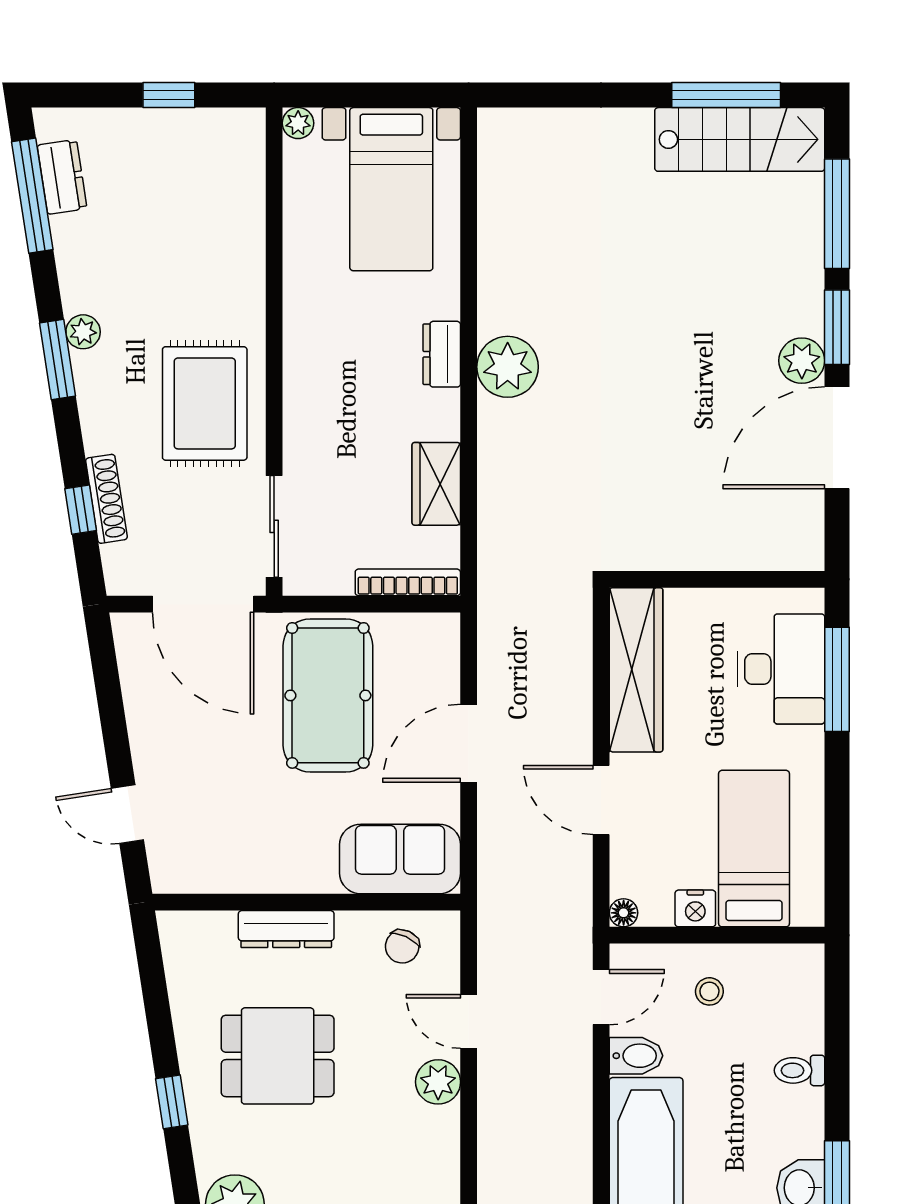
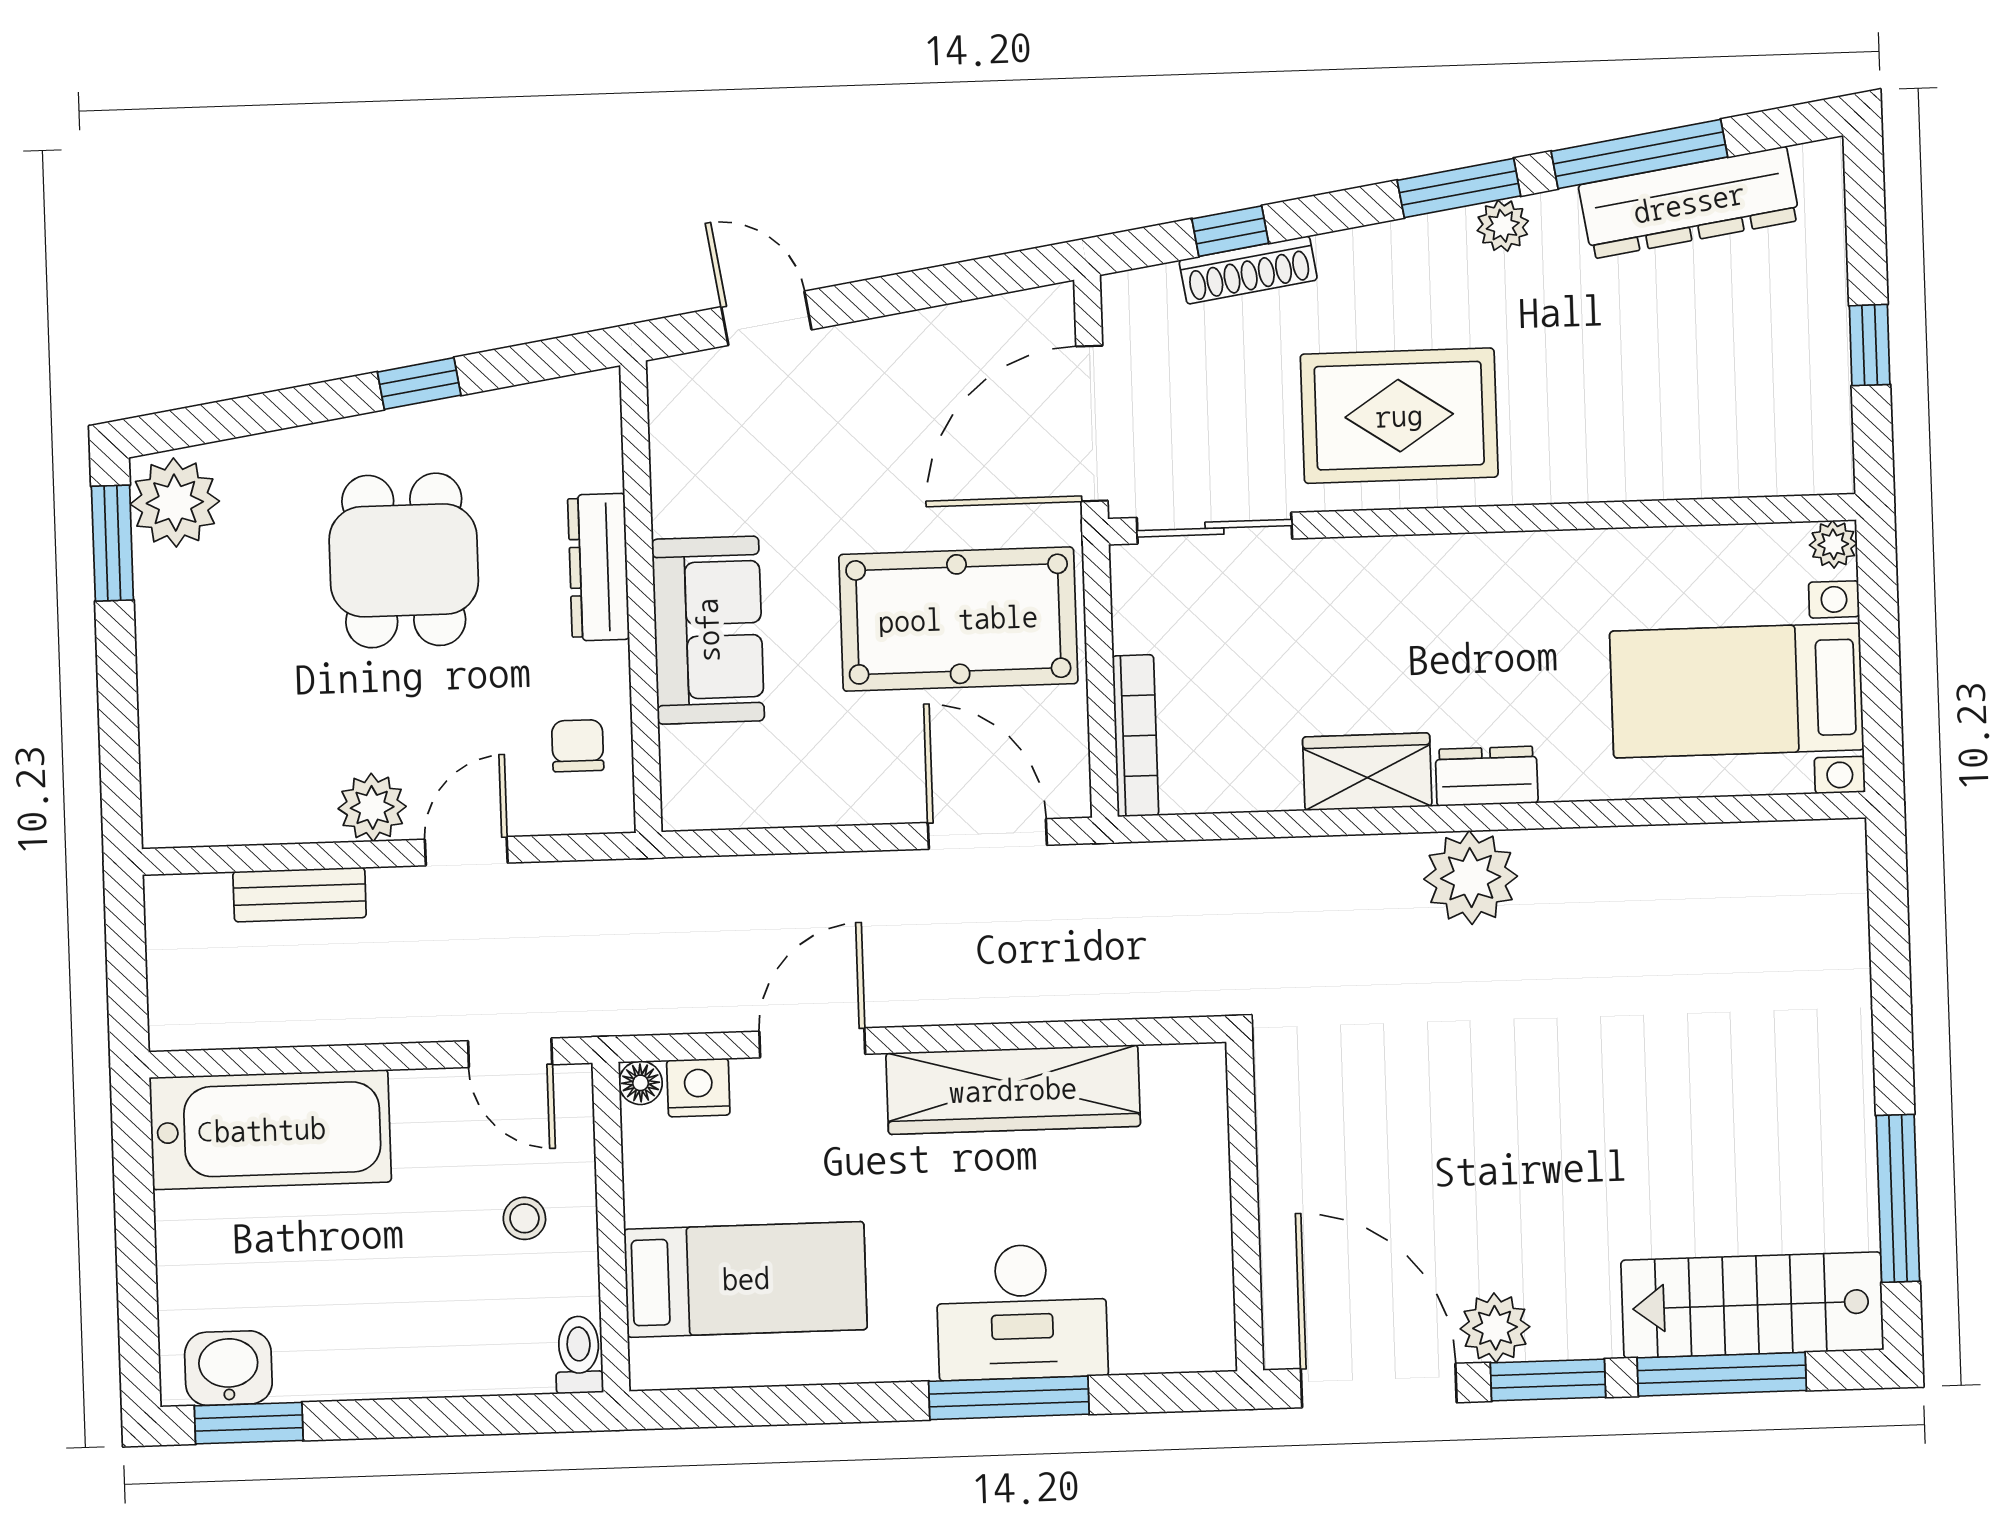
stairs: (740, 139) -> (1752, 1305), moved, turned 90
dresser: (62, 177) -> (1689, 203), width x1.96, depth x1.24
window: (32, 196) -> (1639, 154), moved
wardrobe: (436, 484) -> (1367, 772), moved
wall: (717, 579) -> (1245, 1206), moved
door: (469, 743) -> (987, 834), moved
door: (127, 814) -> (766, 318), hinge flipped
sofa: (400, 859) -> (708, 630), moved
nightstand: (695, 908) -> (698, 1088), moved, turned 90
chair: (402, 946) -> (578, 746), turned 65
bidet: (636, 1056) -> (422, 1109), removed
toilet: (800, 1070) -> (579, 1355), moved
window: (172, 1102) -> (419, 384), moved
bench: (493, 1131) -> (300, 895), added

